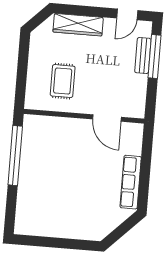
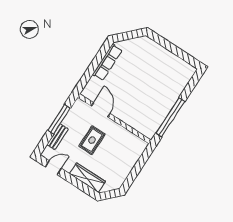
window: (155, 56) -> (59, 119), moved
rug: (63, 81) -> (92, 140), moved

